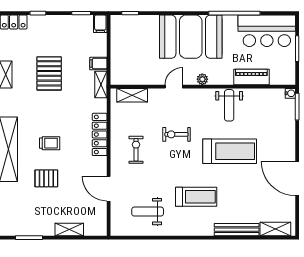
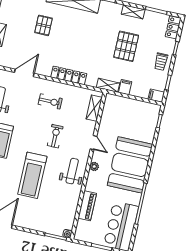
pallet: (49, 73) -> (126, 46), turned 90
weight bench: (229, 105) -> (72, 171), moved, turned 90
trolley: (50, 143) -> (161, 62), moved

